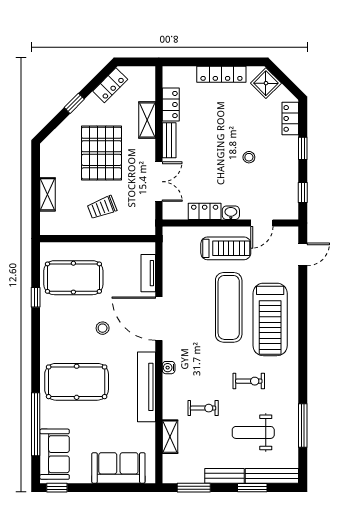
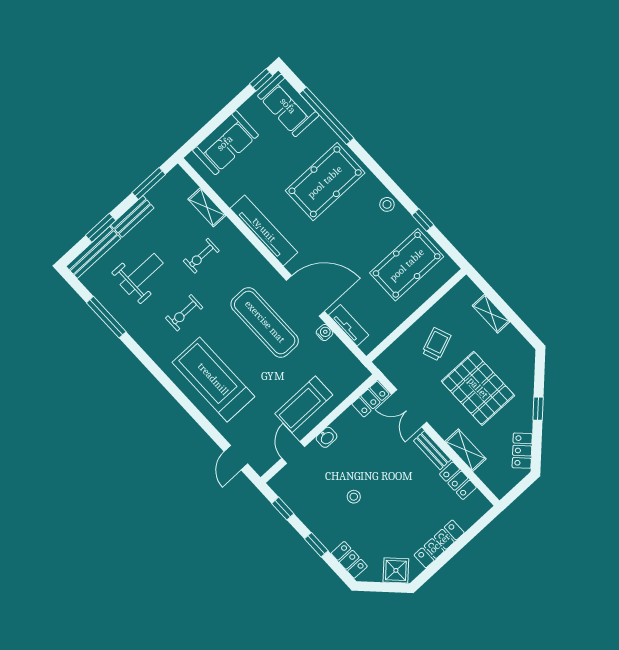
locker: (205, 211) -> (370, 399), moved
exercise mat: (229, 307) -> (265, 322), moved
stool: (103, 328) -> (387, 204), moved
water cooler: (169, 368) -> (324, 333), moved

